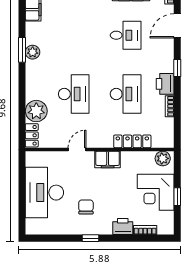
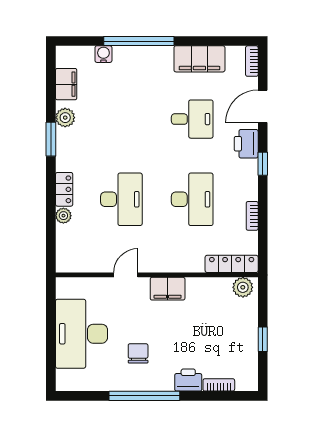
plant: (33, 52) -> (65, 118), moved
printer: (165, 84) -> (246, 144), moved
plant: (36, 111) -> (63, 216), width x0.53, depth x0.53
locker: (32, 135) -> (64, 189), moved
locker: (132, 141) -> (232, 264), moved
corner desk: (156, 192) -> (233, 333), removed
window: (91, 238) -> (144, 396), width x3.17

